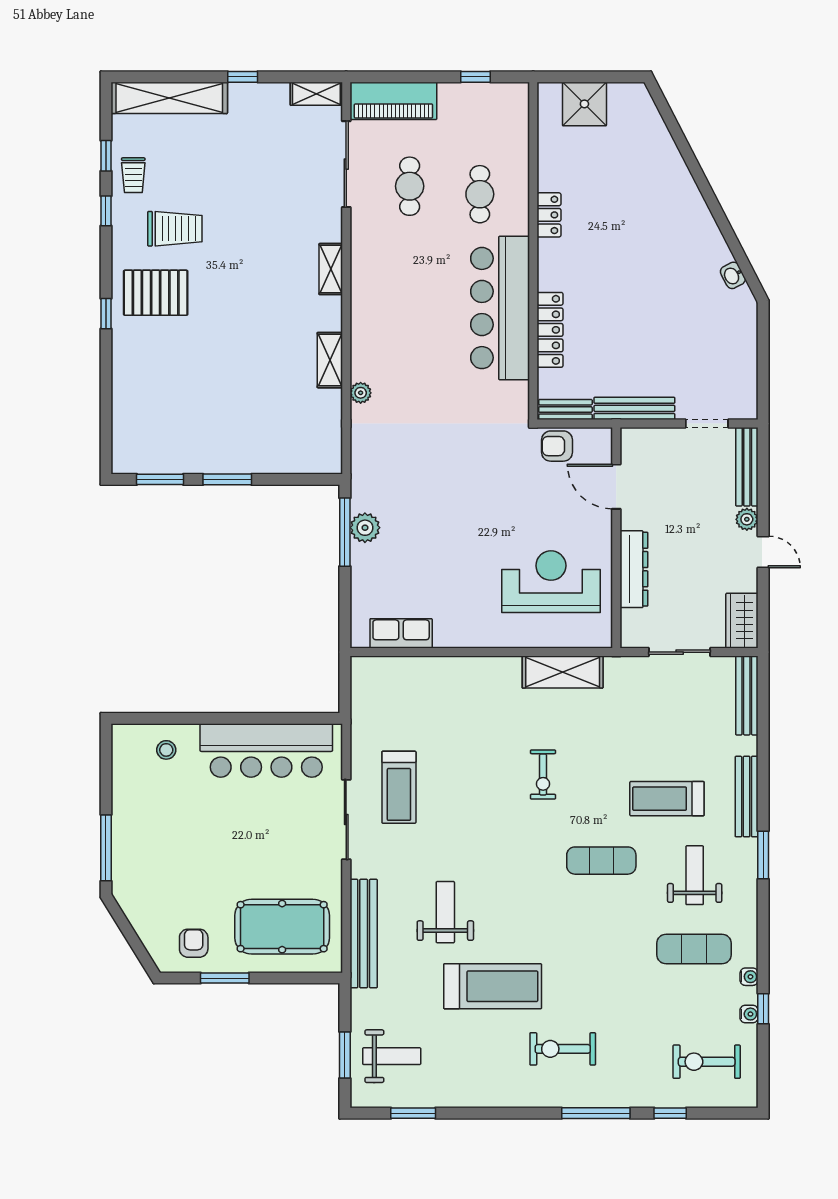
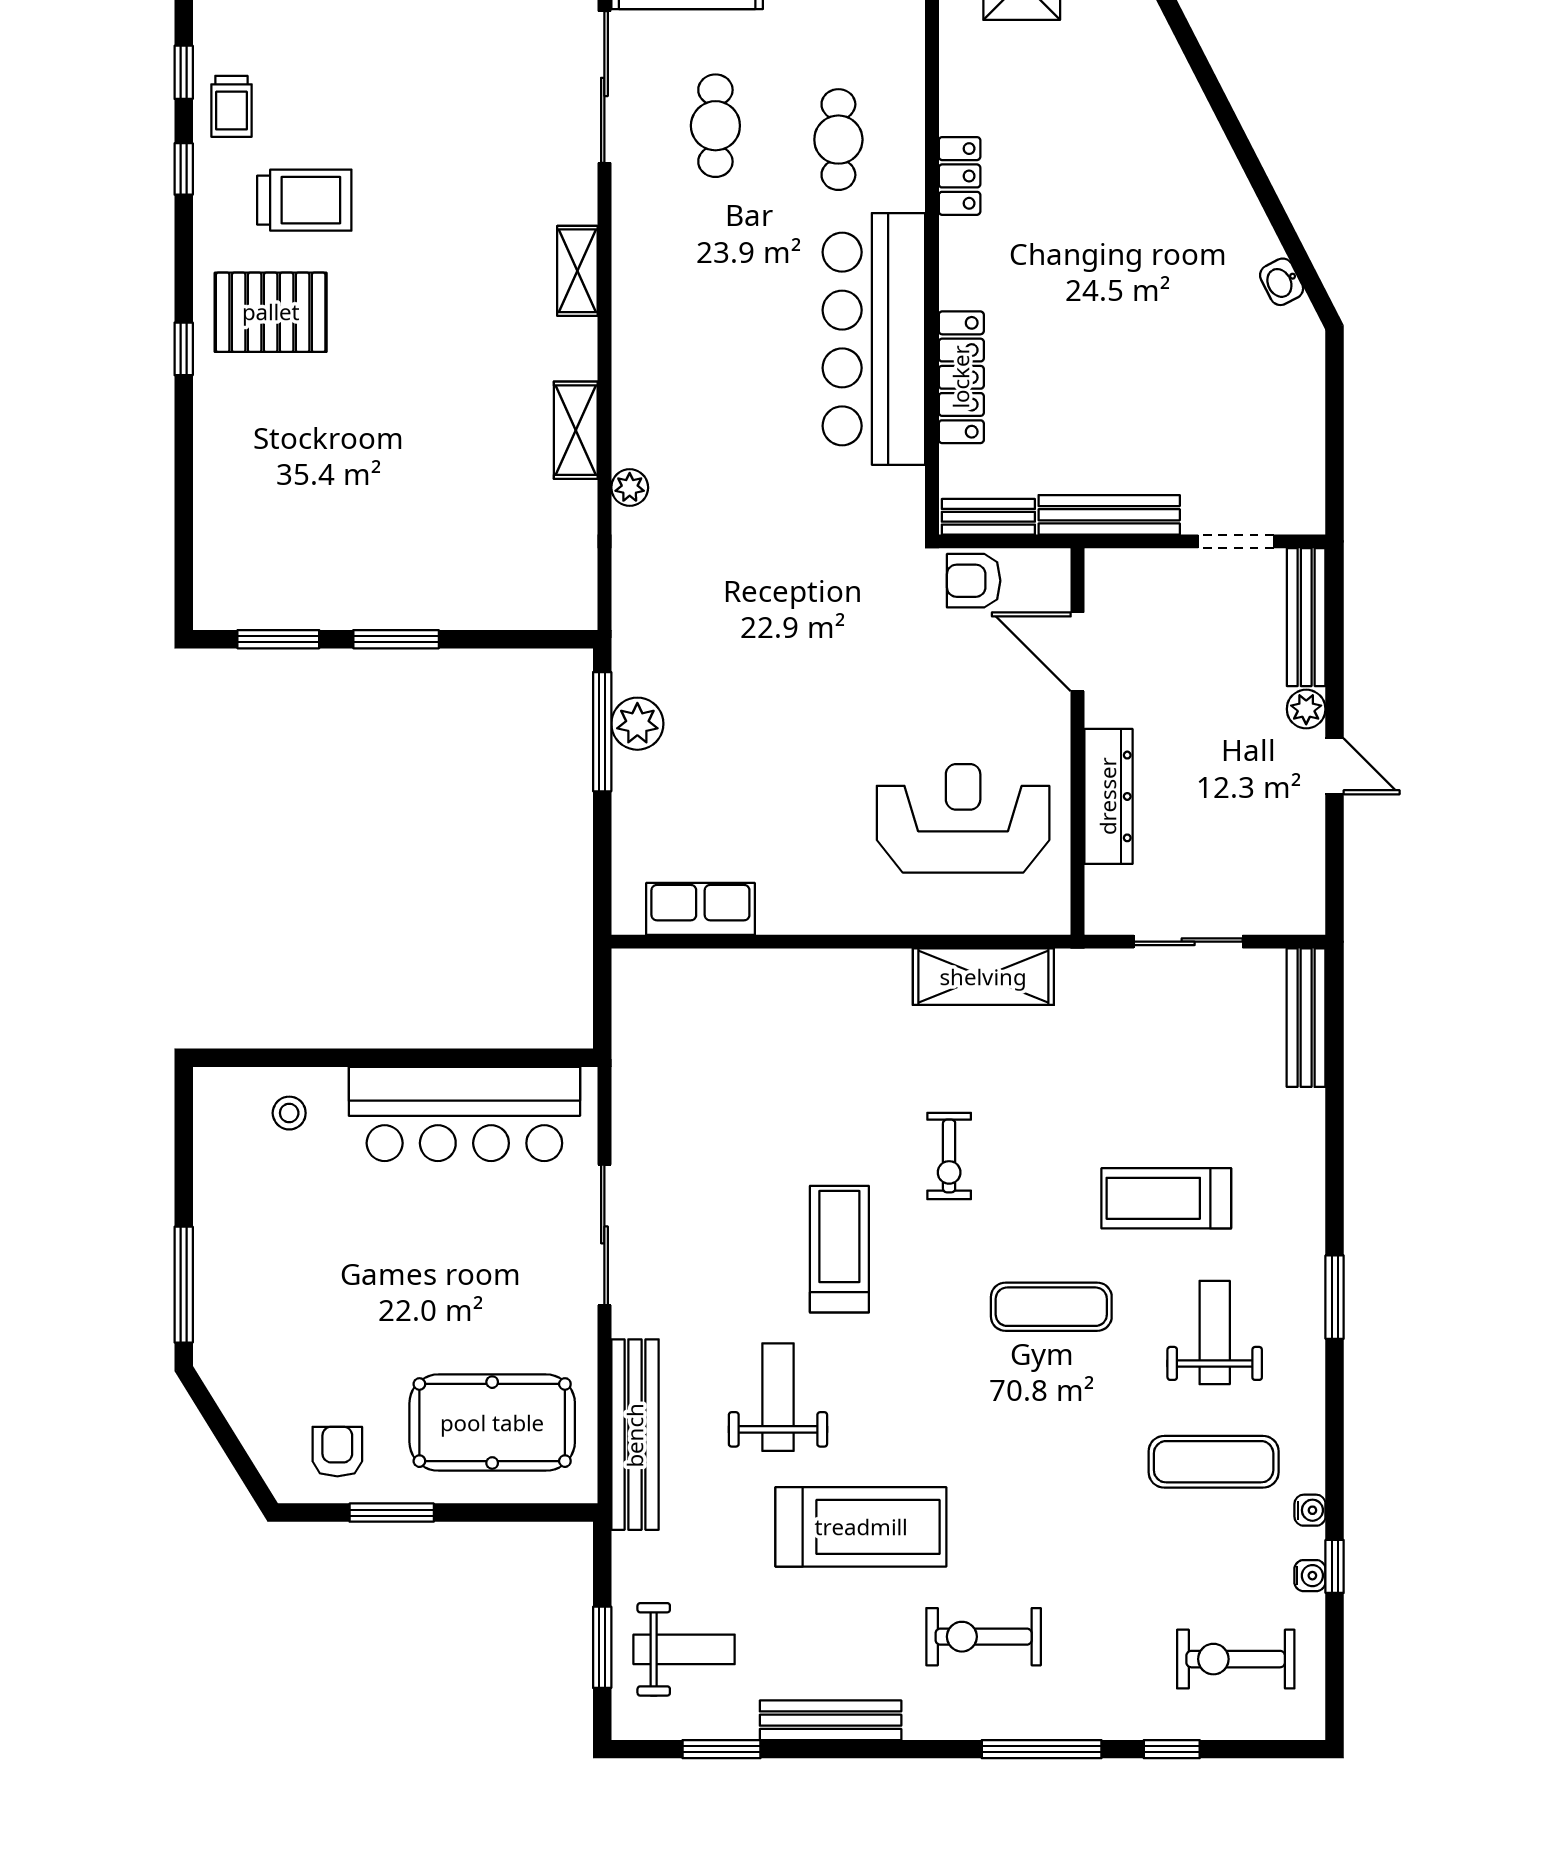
wardrobe: (742, 621) -> (1298, 887), removed
treadmill: (399, 787) -> (839, 1249), moved, turned 180
bench: (747, 797) -> (831, 1720), moved, turned 90

